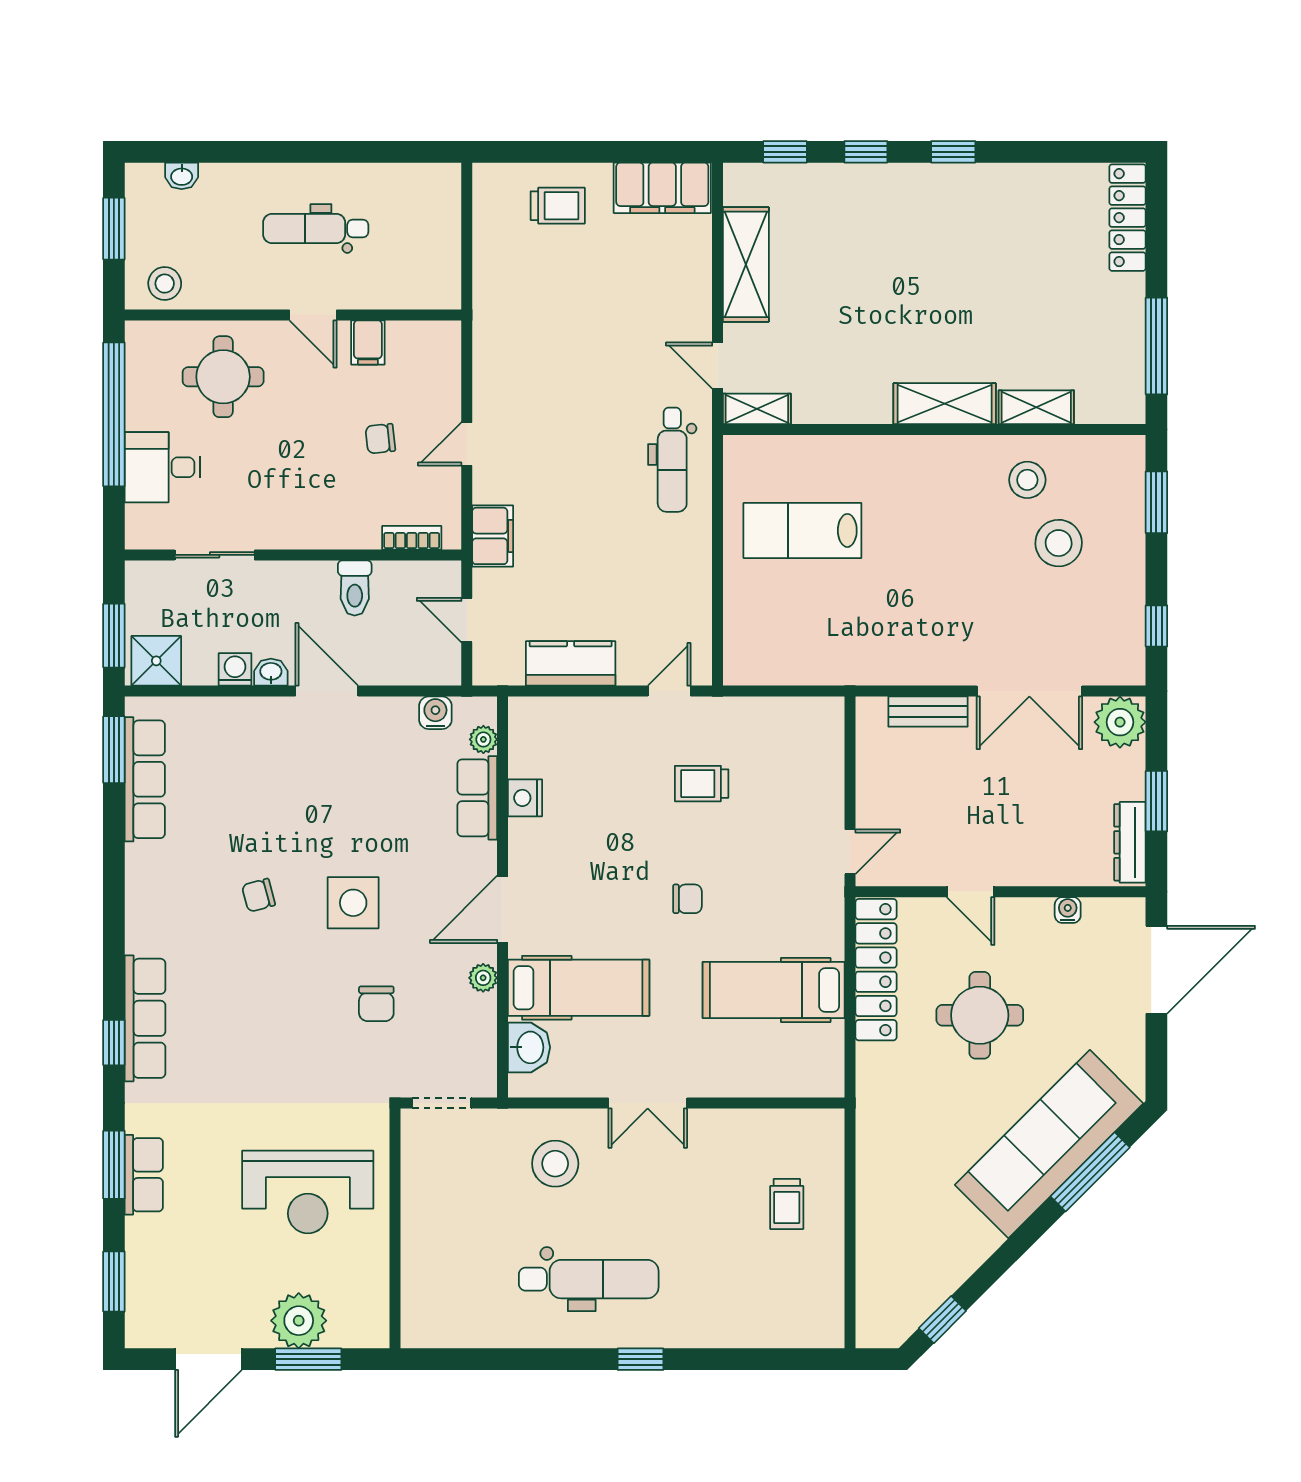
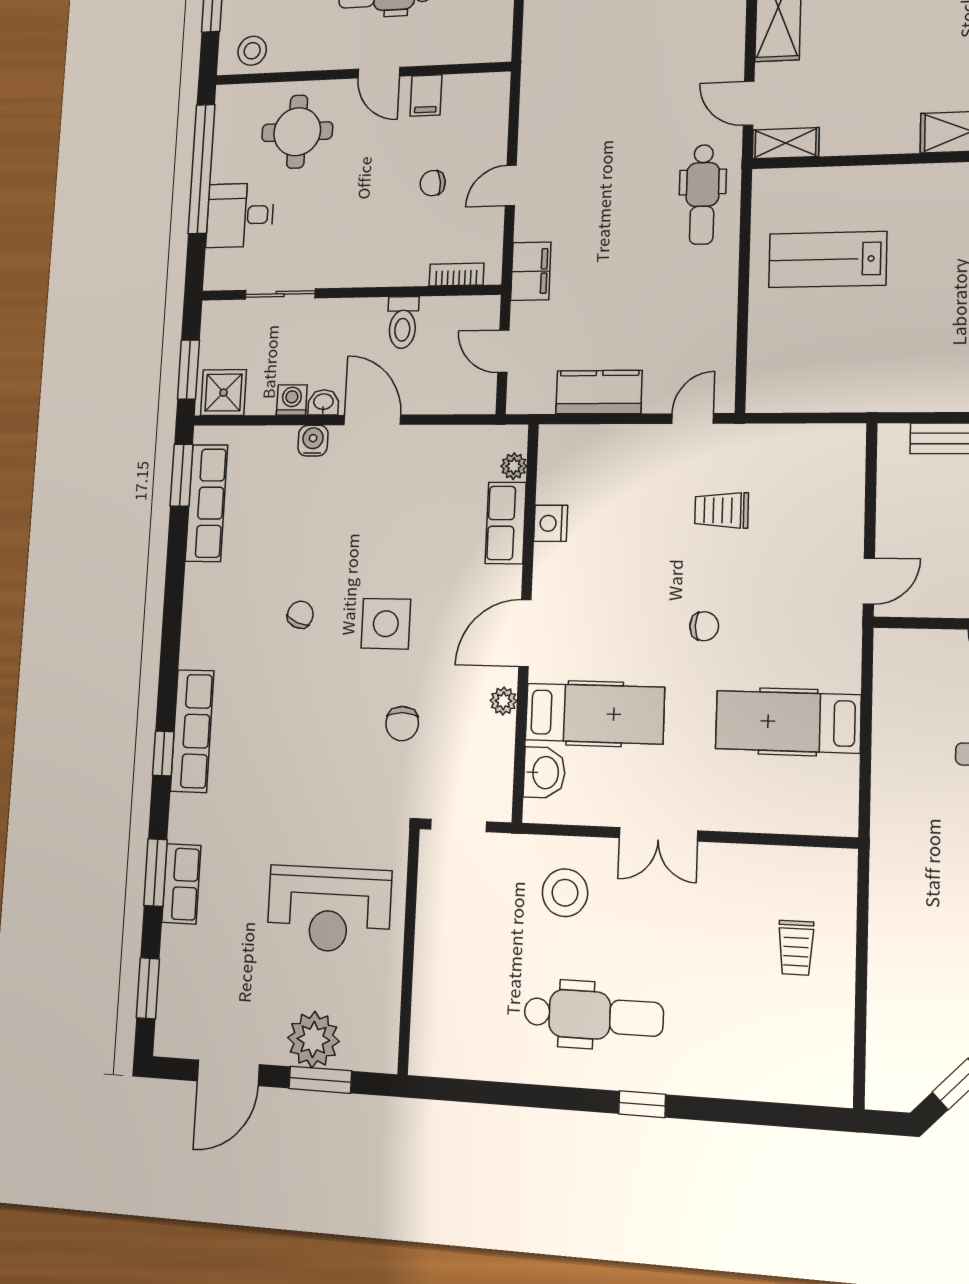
water cooler: (435, 713) -> (313, 441), moved
chair: (258, 895) -> (300, 615), turned 126
locker: (876, 970) -> (893, 704), removed

